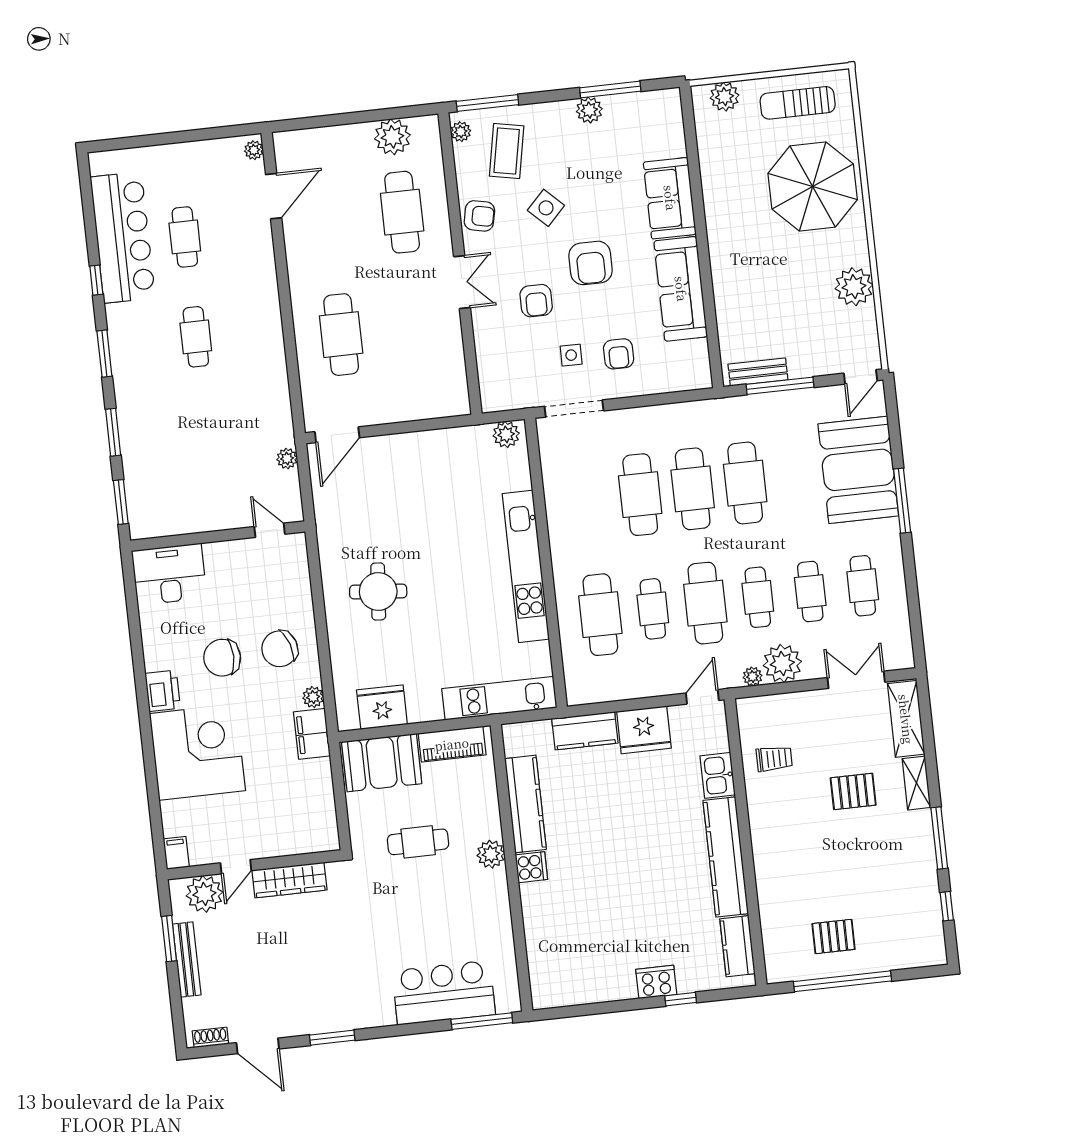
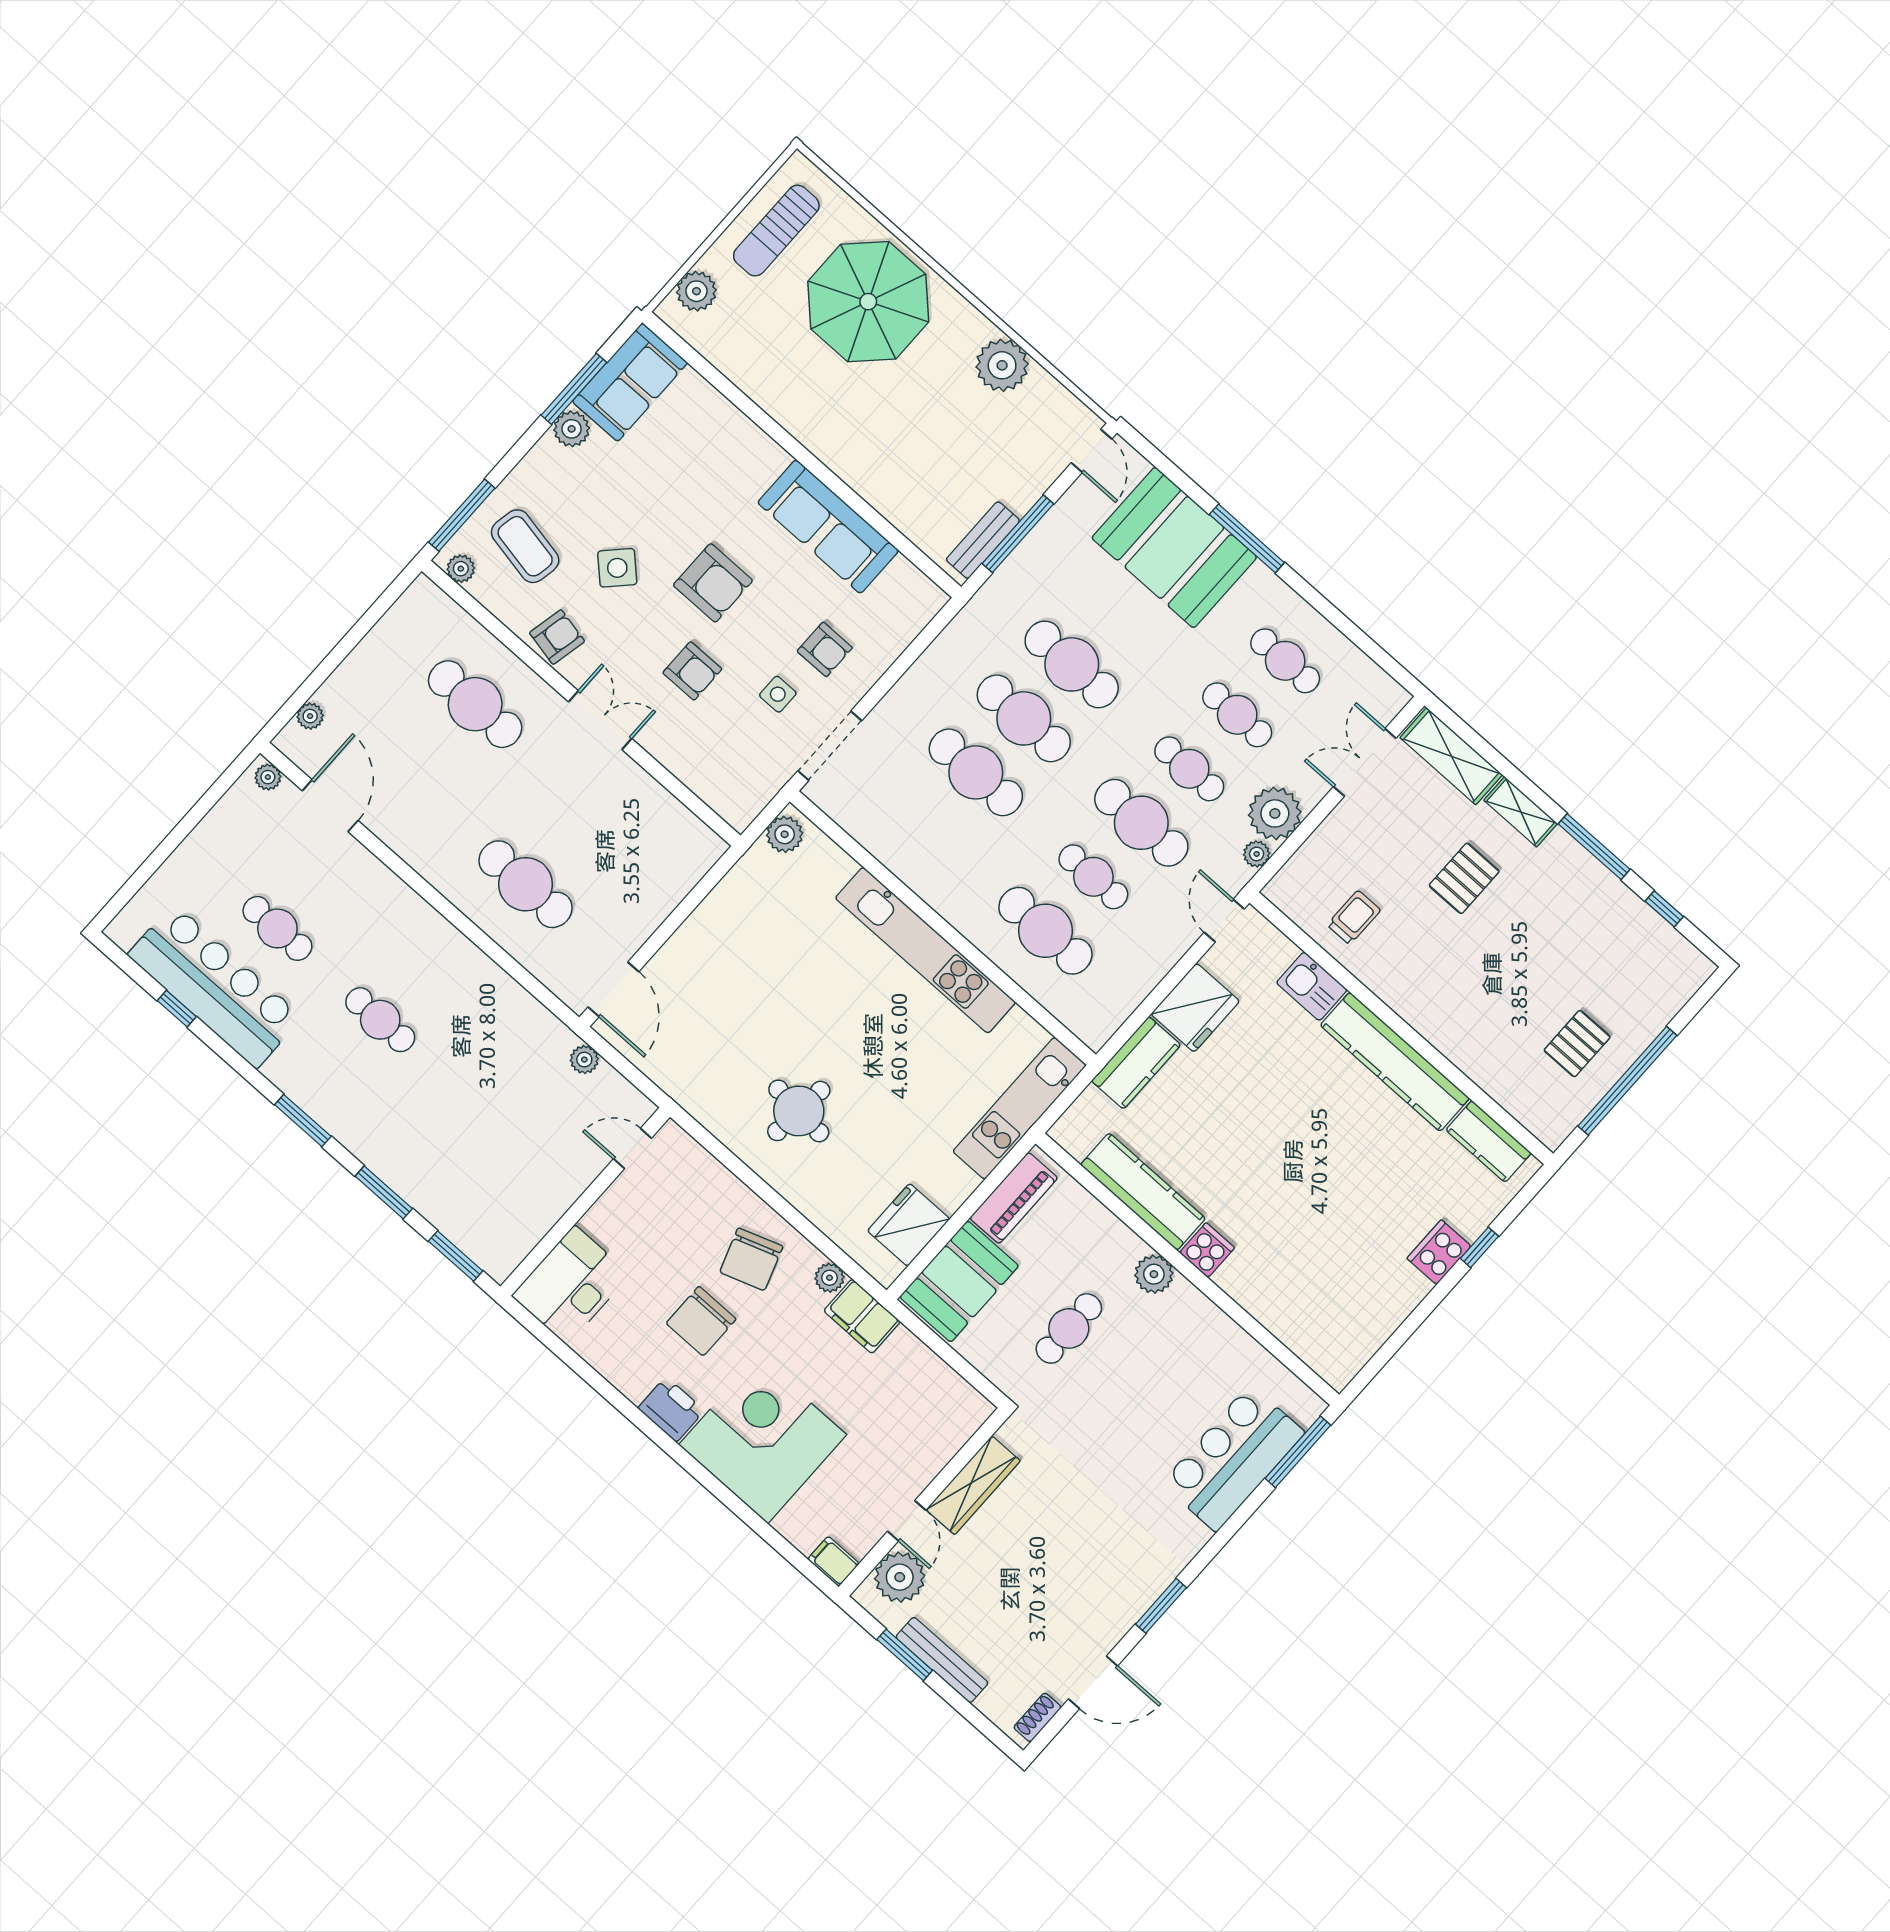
plant: (392, 137) -> (310, 716), moved, width x0.53, depth x0.53
sofa: (670, 198) -> (630, 382), moved, turned -90
window: (96, 280) -> (177, 1009), moved

